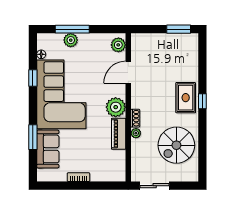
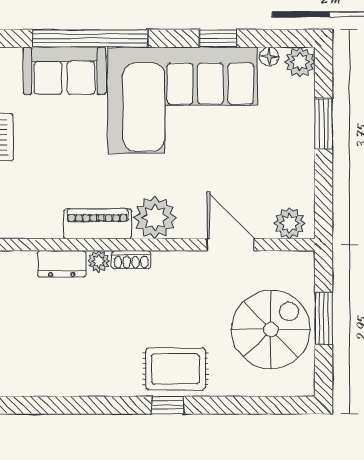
window: (72, 29) -> (324, 124), width x0.69
window: (179, 29) -> (324, 319), moved
plant: (71, 40) -> (300, 62), moved
window: (33, 137) -> (90, 38), width x2.11
spiral stairs: (176, 145) -> (271, 329), moved, turned 90
dresser: (137, 150) -> (62, 264), added

